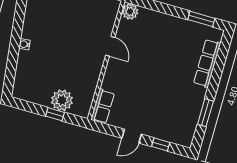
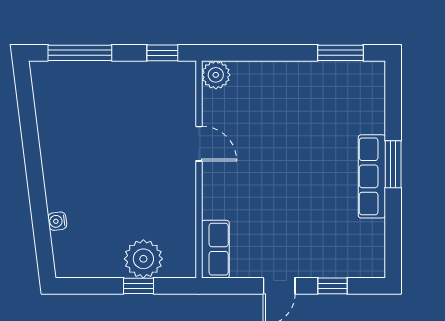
water cooler: (24, 44) -> (57, 221), moved
row of seats: (207, 63) -> (372, 176), moved
window: (205, 113) -> (393, 164), moved

